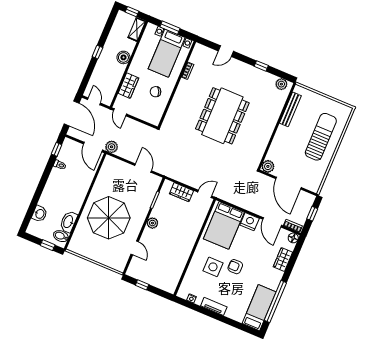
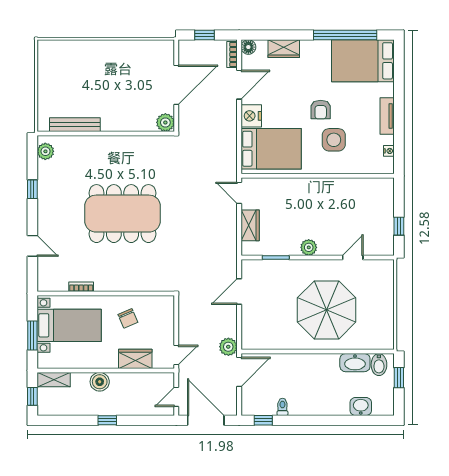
door: (72, 113) -> (206, 420), hinge flipped
sun lounger: (321, 137) -> (95, 67), removed
bed: (259, 308) -> (363, 61), width x1.50

